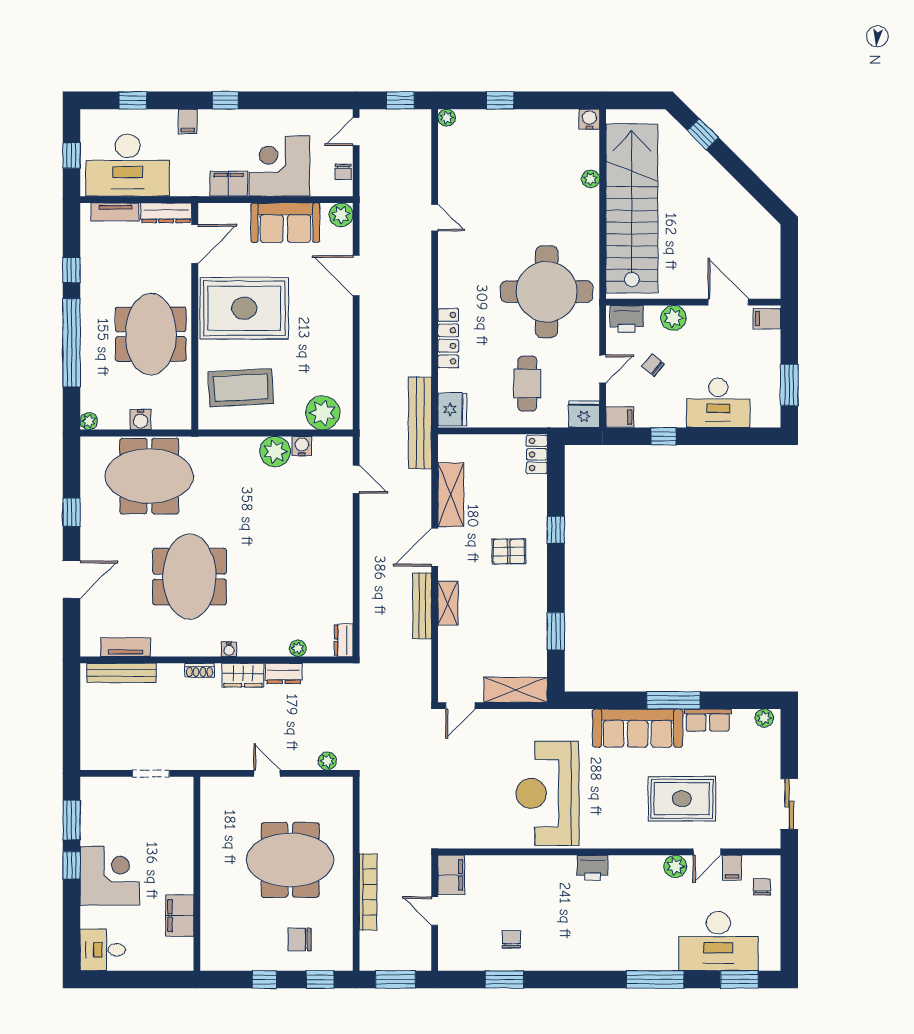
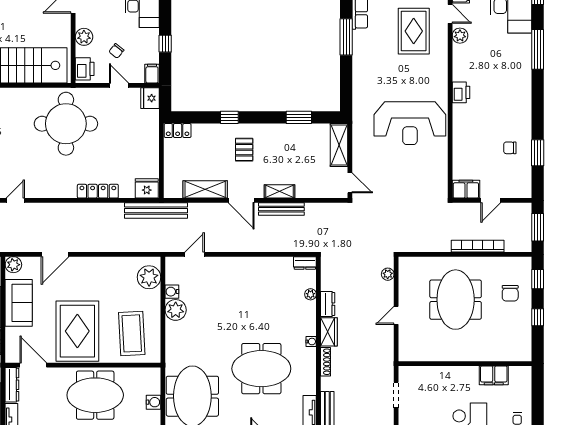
cafe table: (527, 384) -> (129, 137), removed
shoe rack: (200, 670) -> (326, 362), width x1.43
sofa: (638, 728) -> (365, 61), removed

